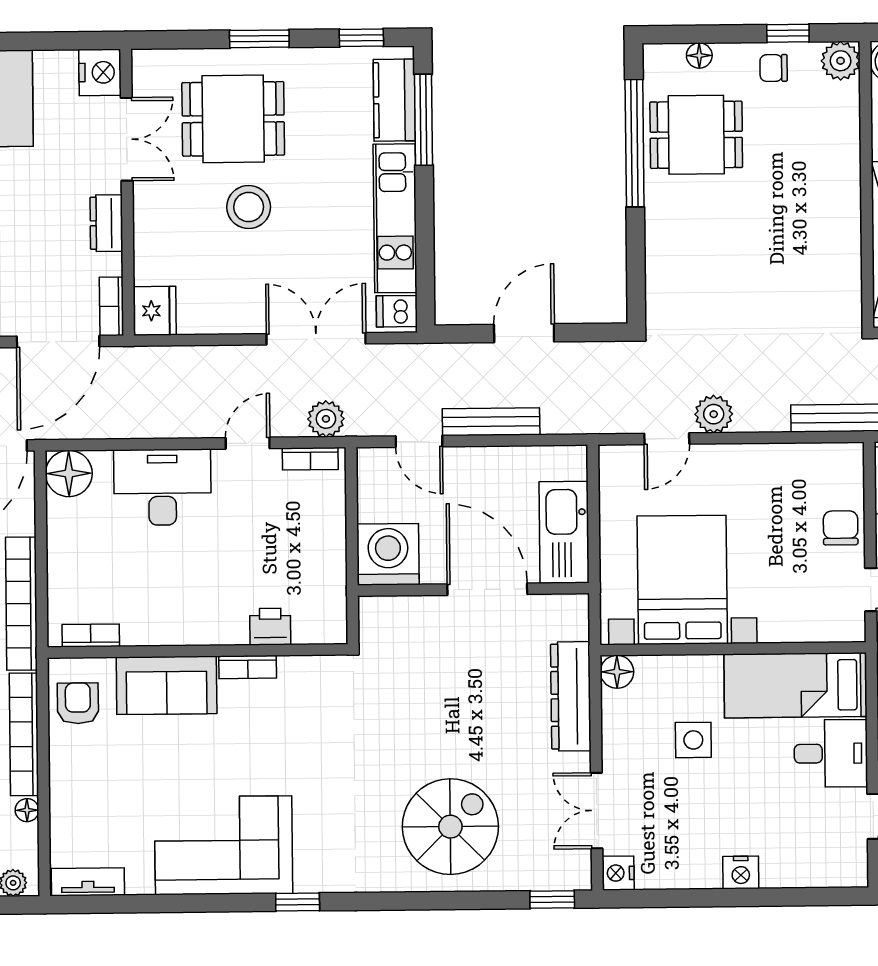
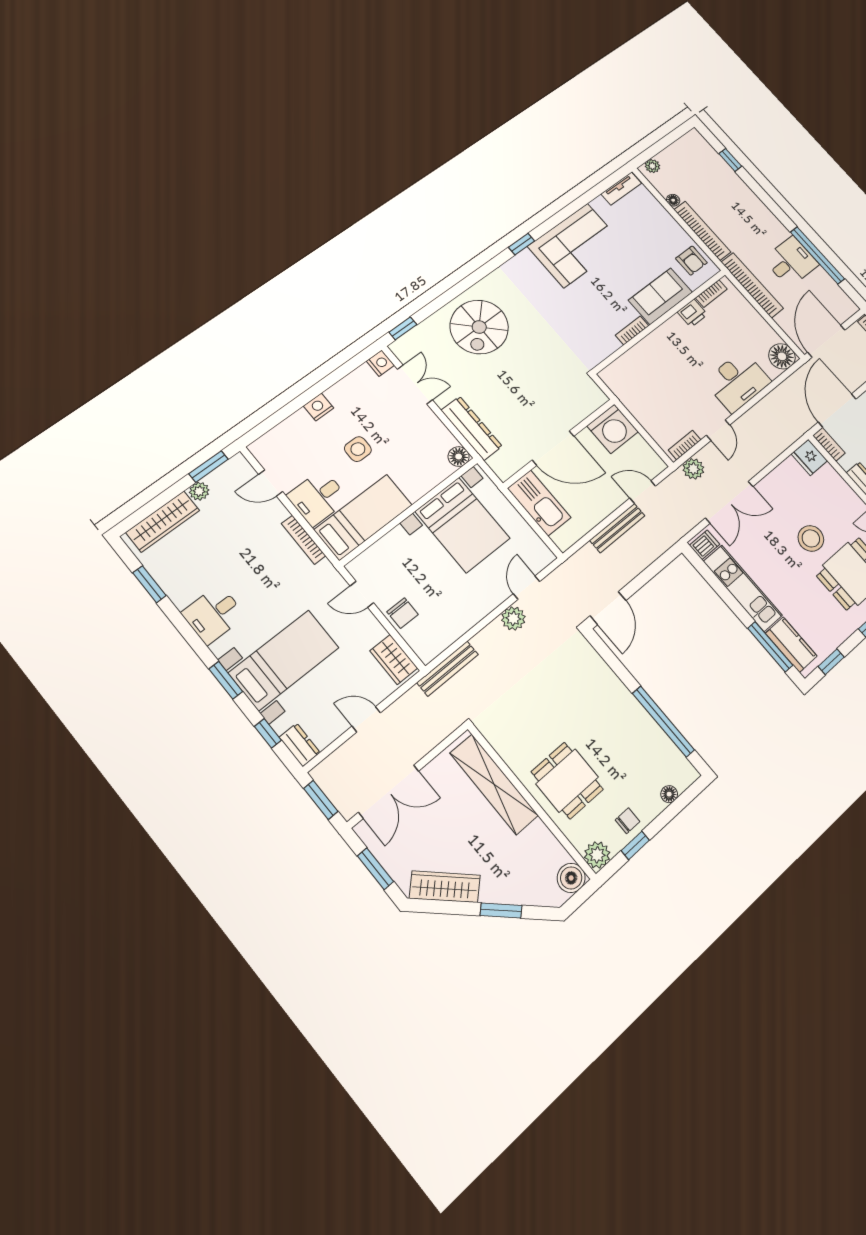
dining table: (696, 135) -> (567, 780), moved, turned 90
door: (524, 333) -> (608, 608), moved
printer: (270, 627) -> (692, 313), moved
side table: (693, 740) -> (358, 449), moved

